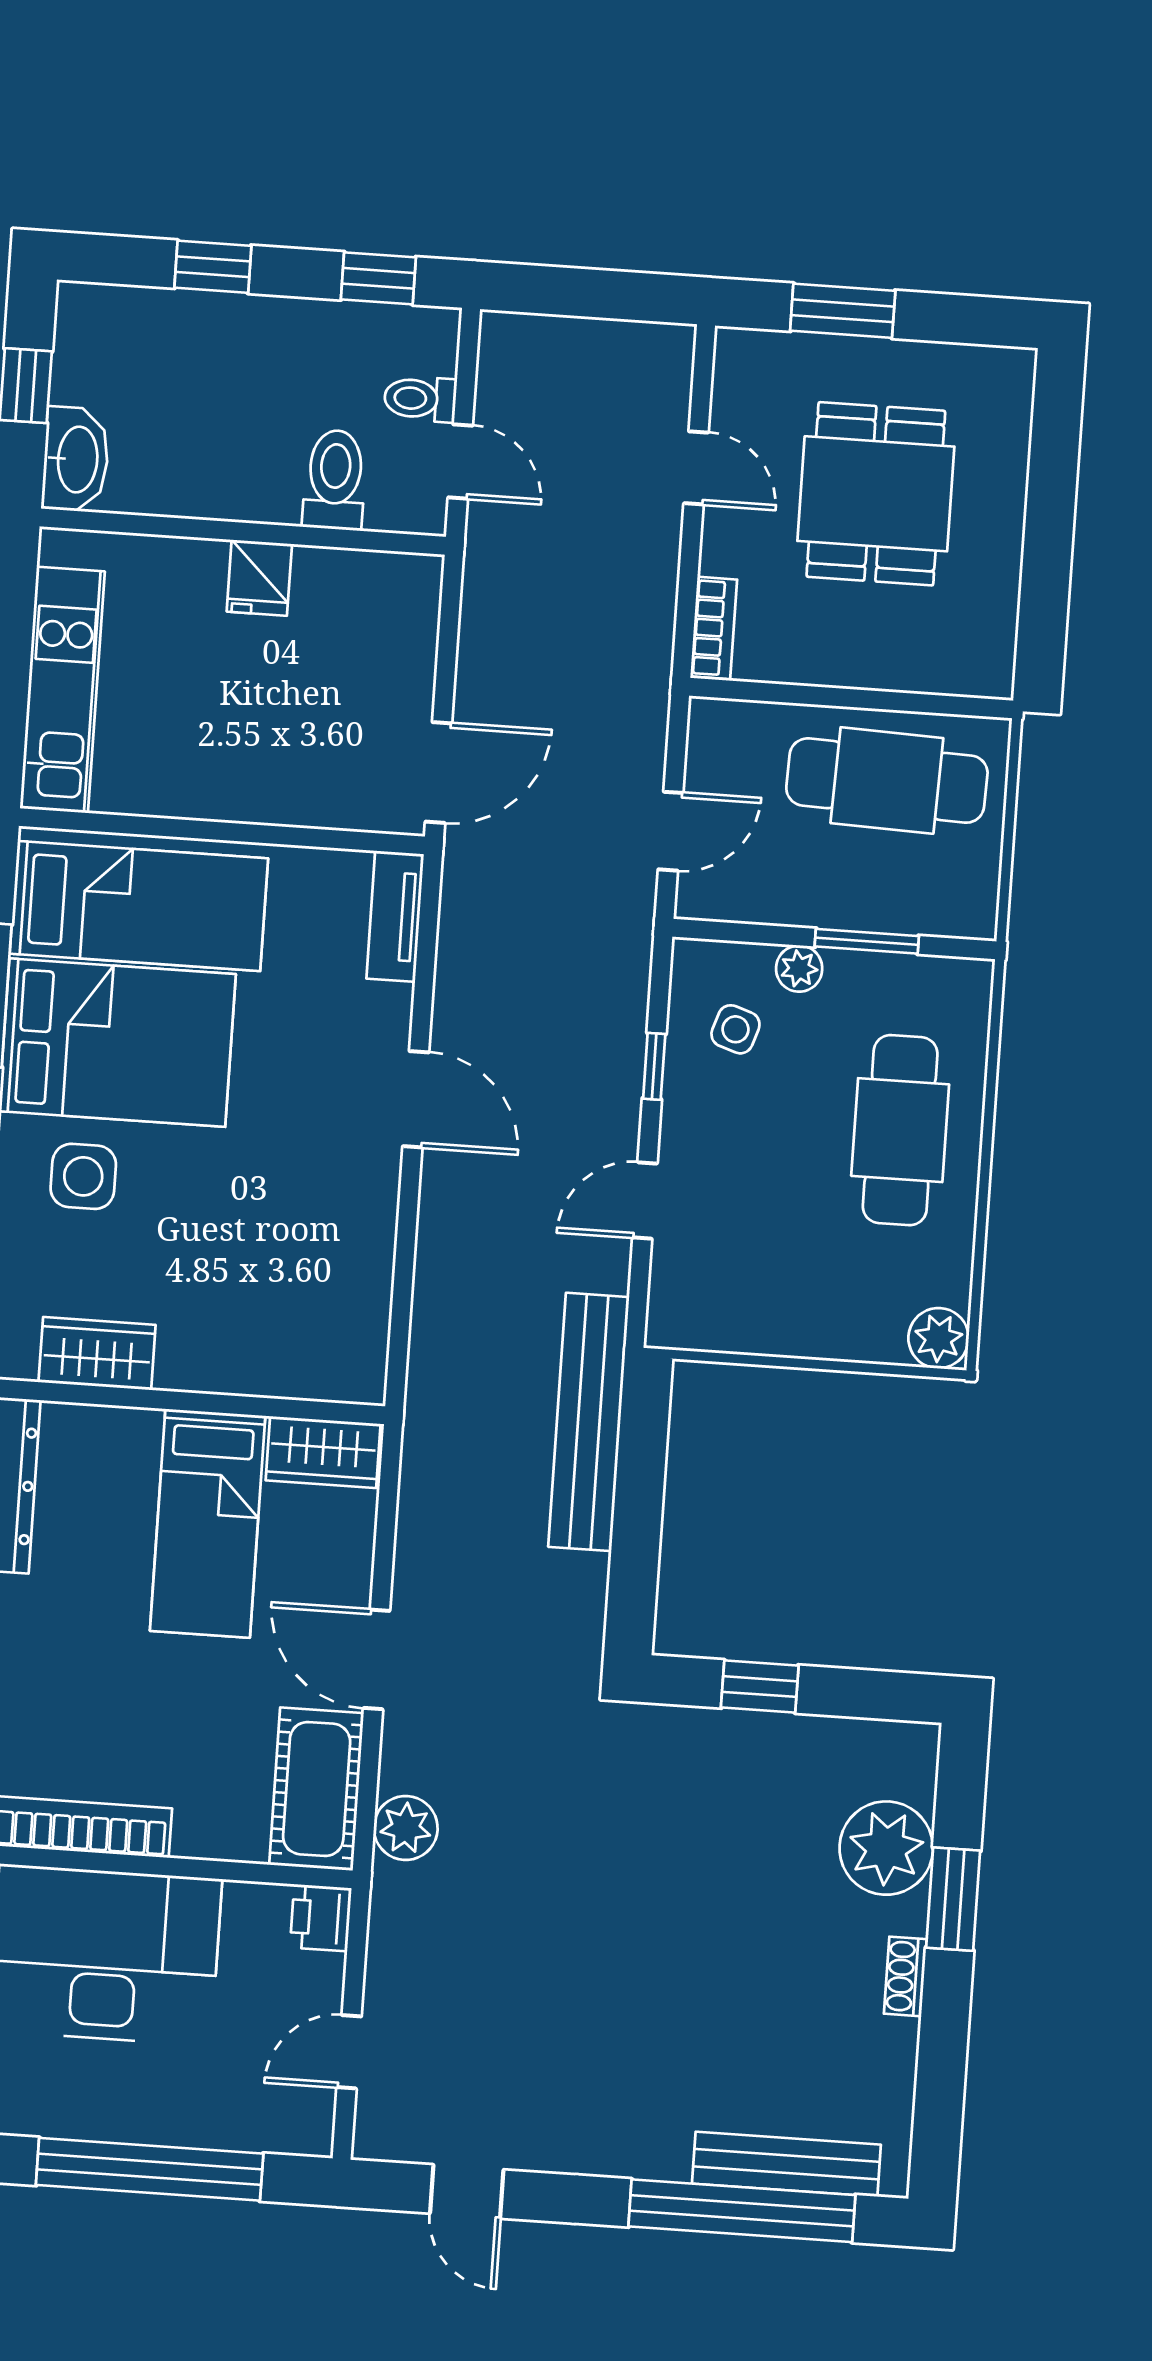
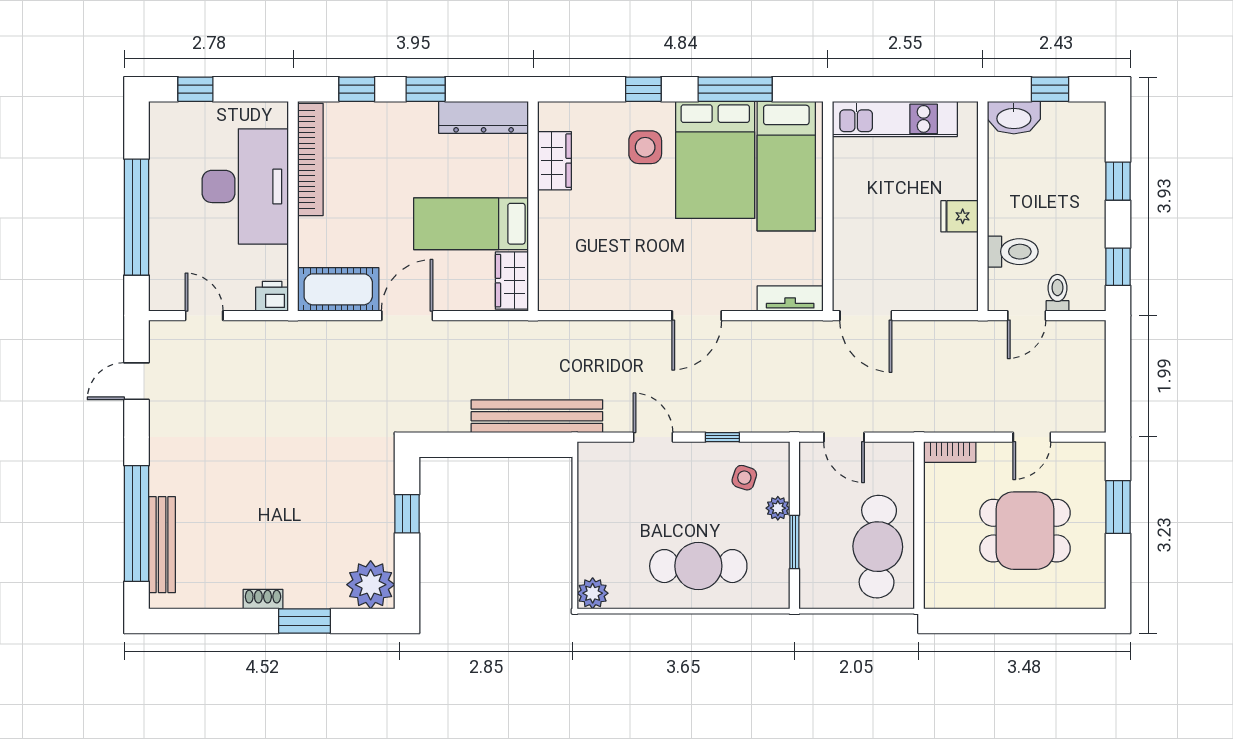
plant: (406, 1828) -> (321, 337), removed
plant: (886, 1848) -> (371, 585), moved

